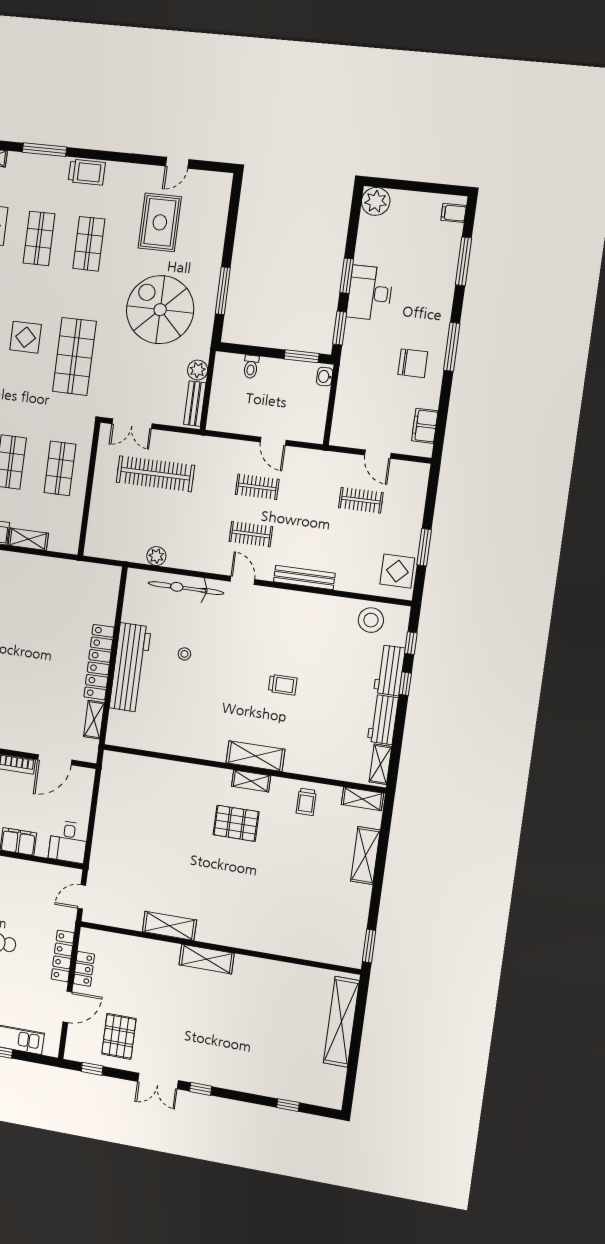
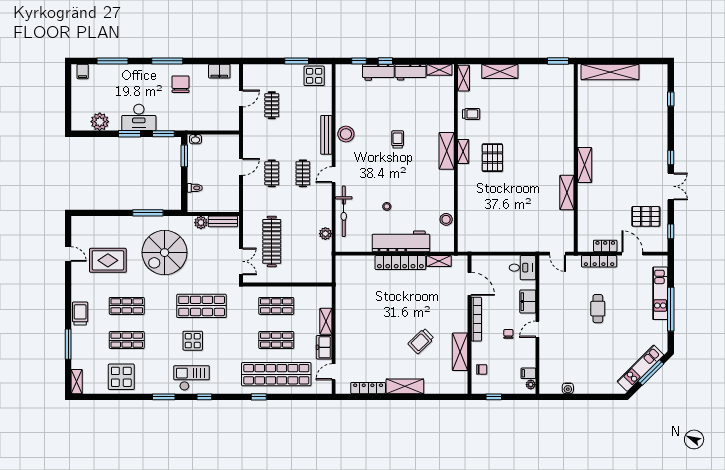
plant: (376, 201) -> (100, 122), moved
stool: (371, 620) -> (346, 134), moved
stool: (154, 740) -> (446, 219), added

